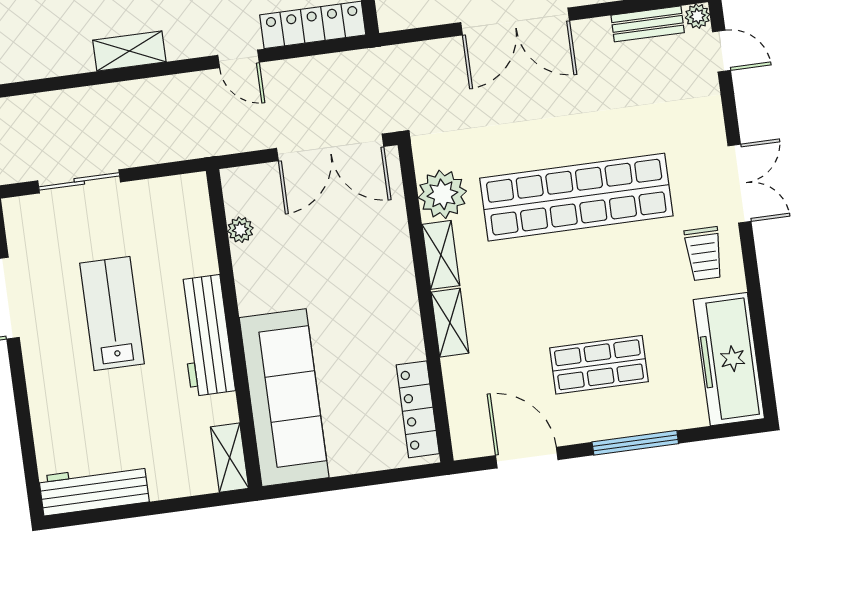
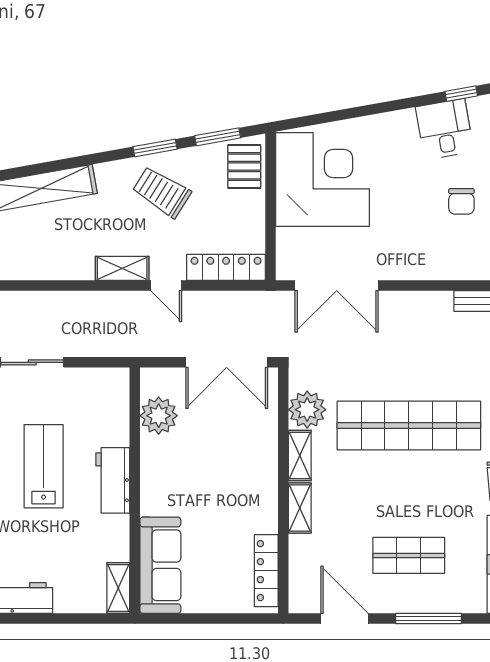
double door: (515, 21) -> (337, 286), moved
shelving: (129, 51) -> (122, 268), moved
plant: (240, 230) -> (159, 416), width x1.88, depth x1.88
workbench: (206, 335) -> (113, 480), width x0.73
sofa: (284, 398) -> (160, 565), width x0.74, depth x0.79

